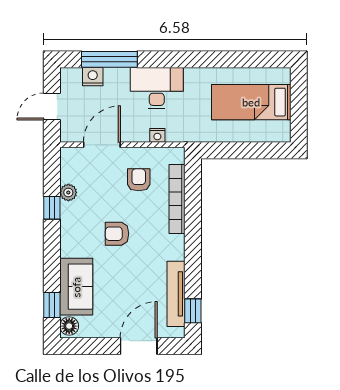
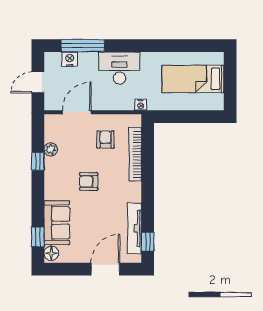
nightstand: (157, 135) -> (141, 105), moved

